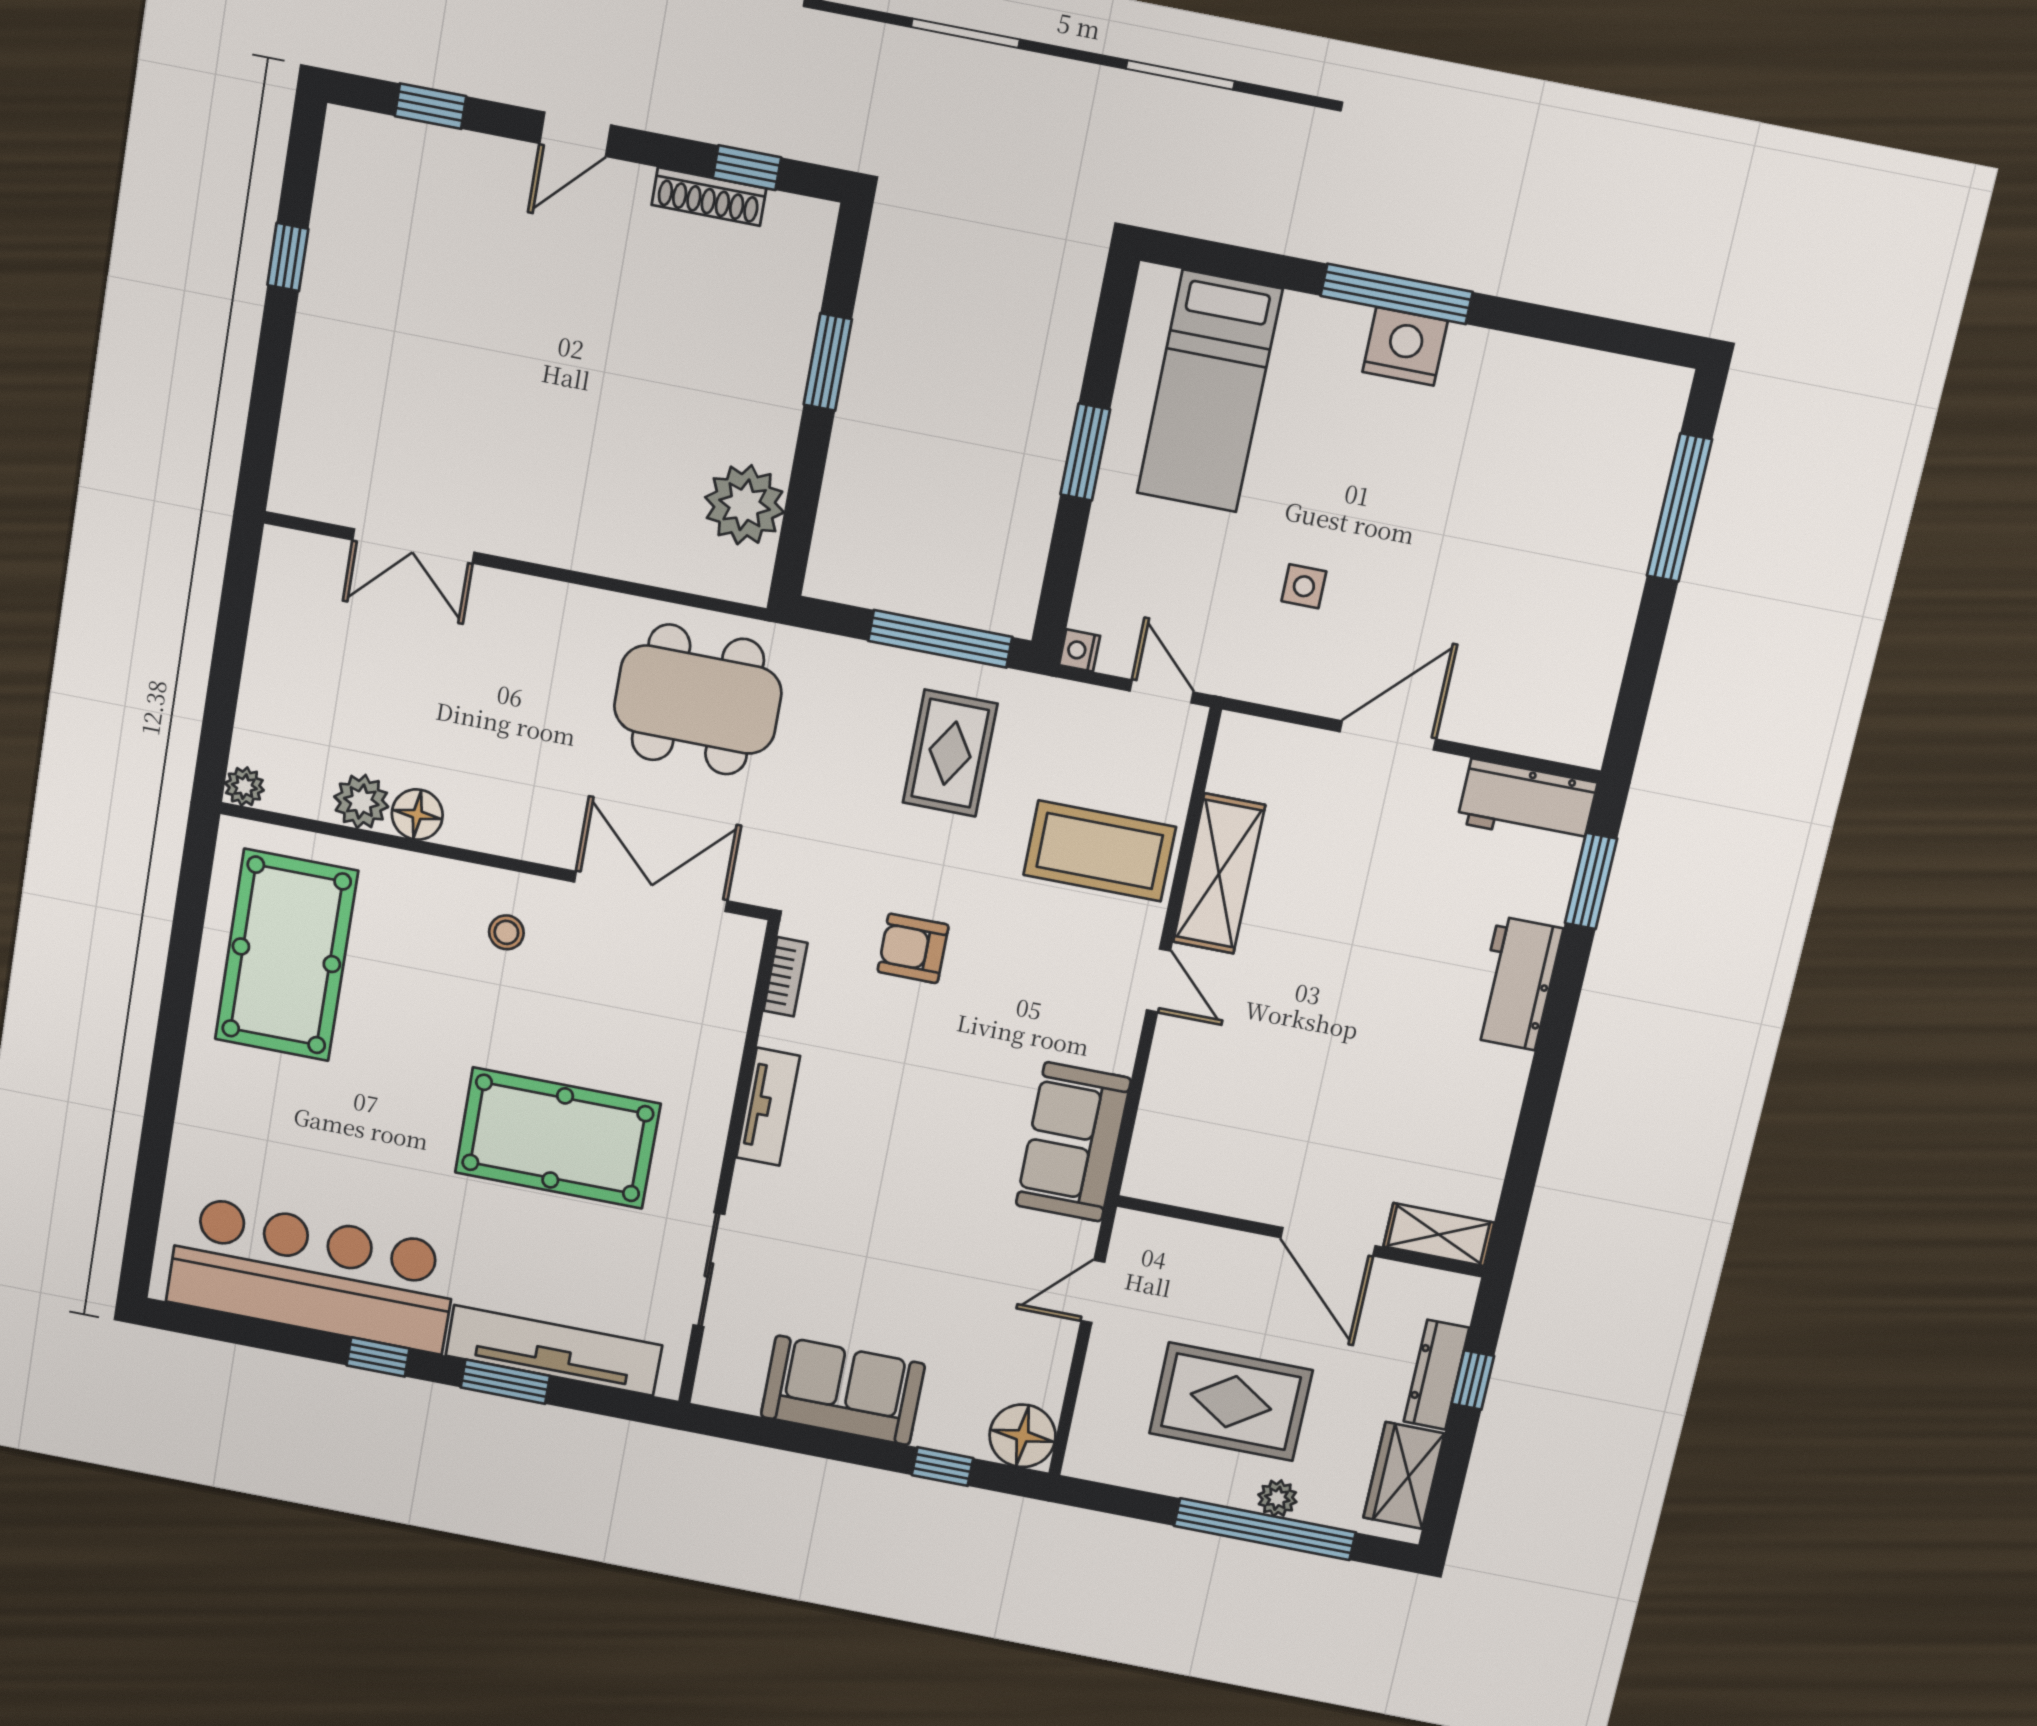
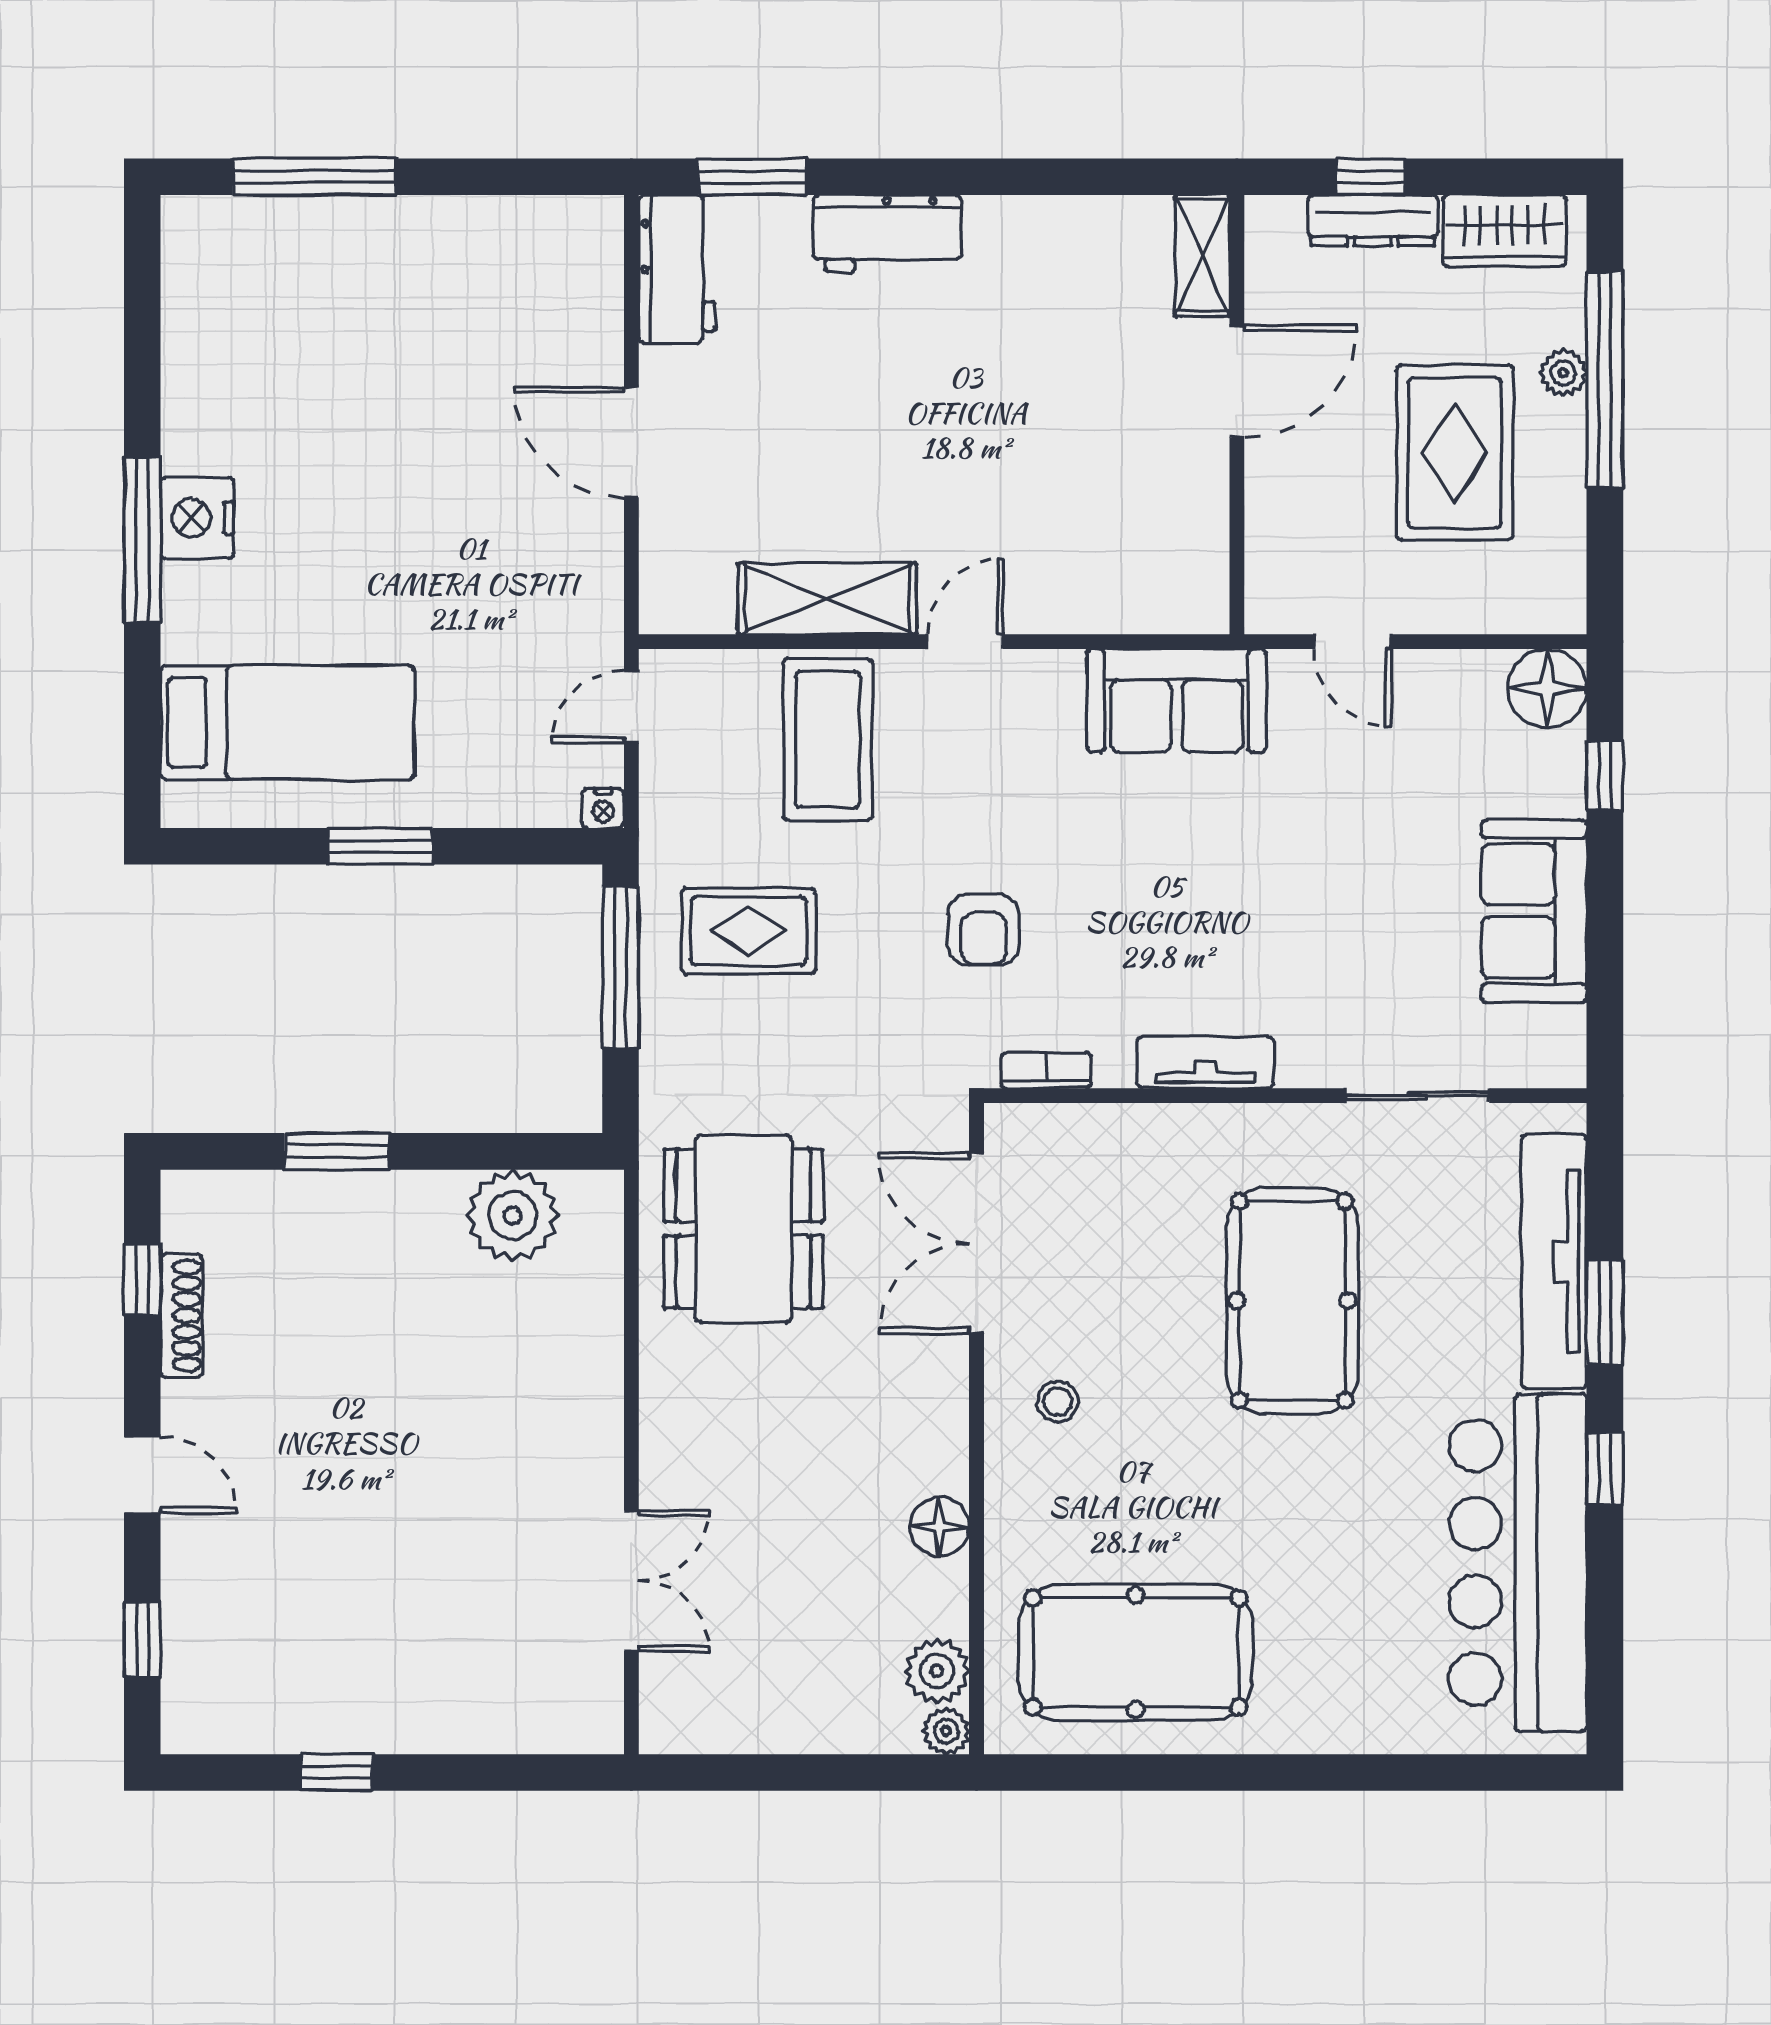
side table: (1304, 586) -> (482, 572), removed
plant: (361, 802) -> (937, 1671), moved

